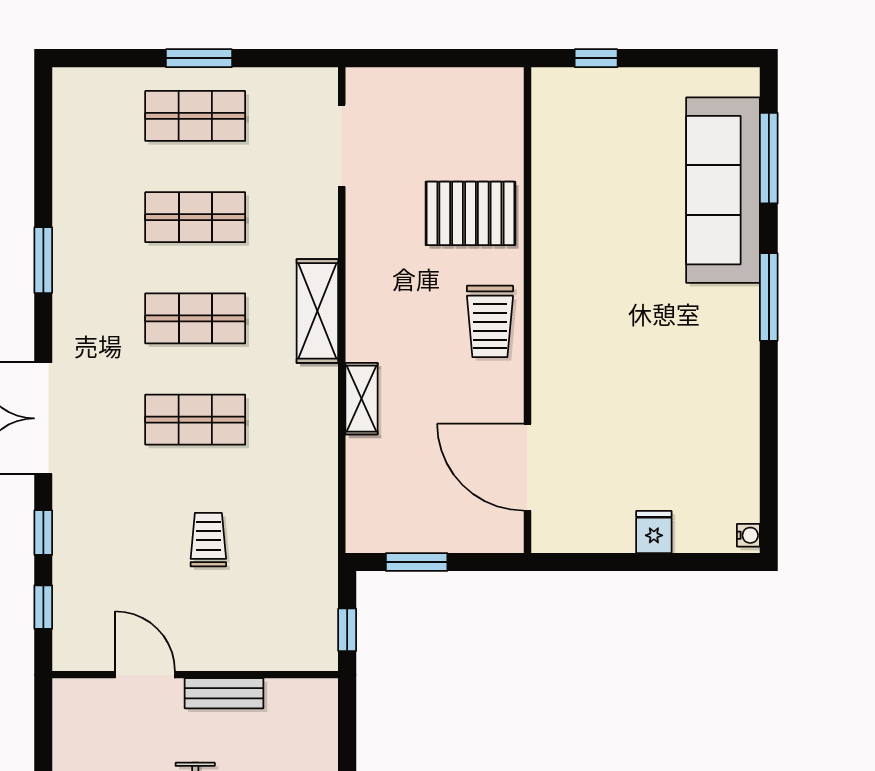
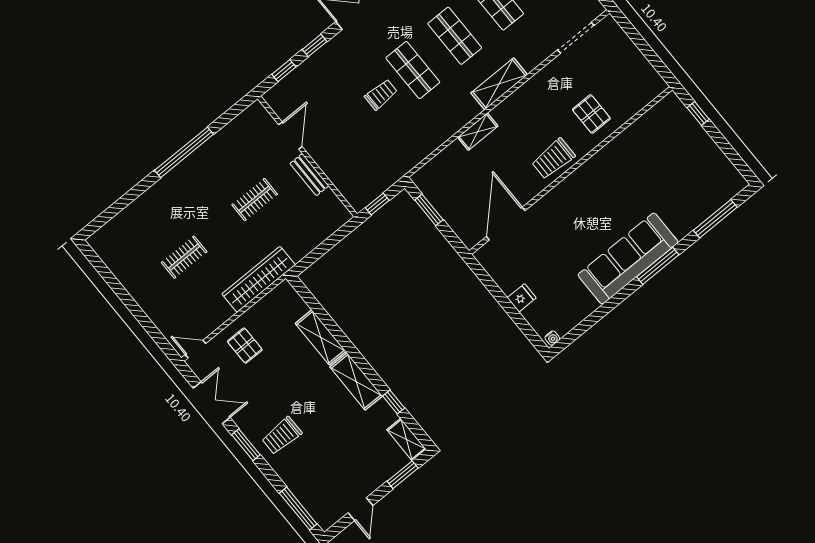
sofa: (723, 190) -> (628, 259), moved
pallet: (470, 213) -> (591, 114), width x0.67, depth x0.71
trolley: (208, 540) -> (381, 94), moved

